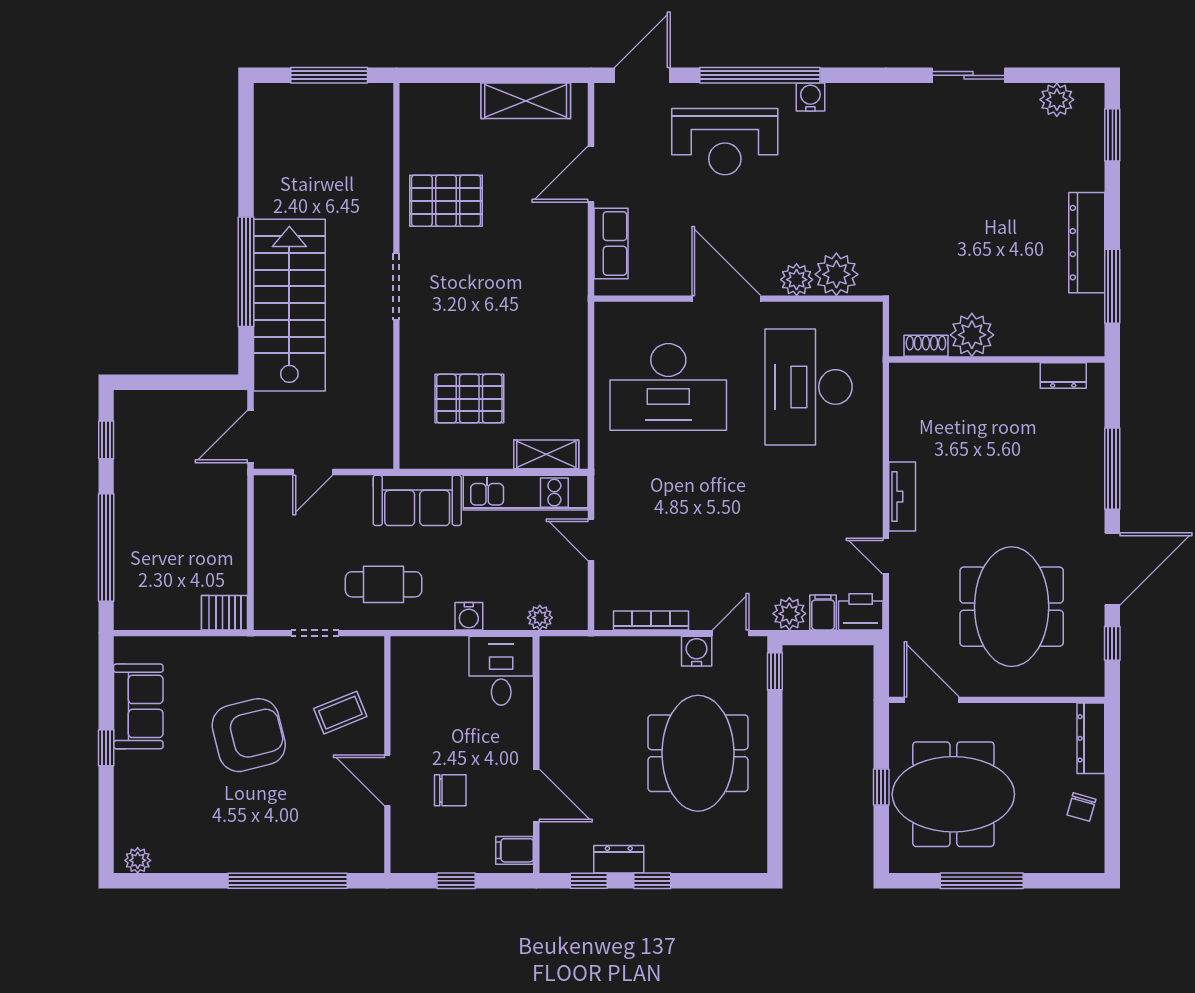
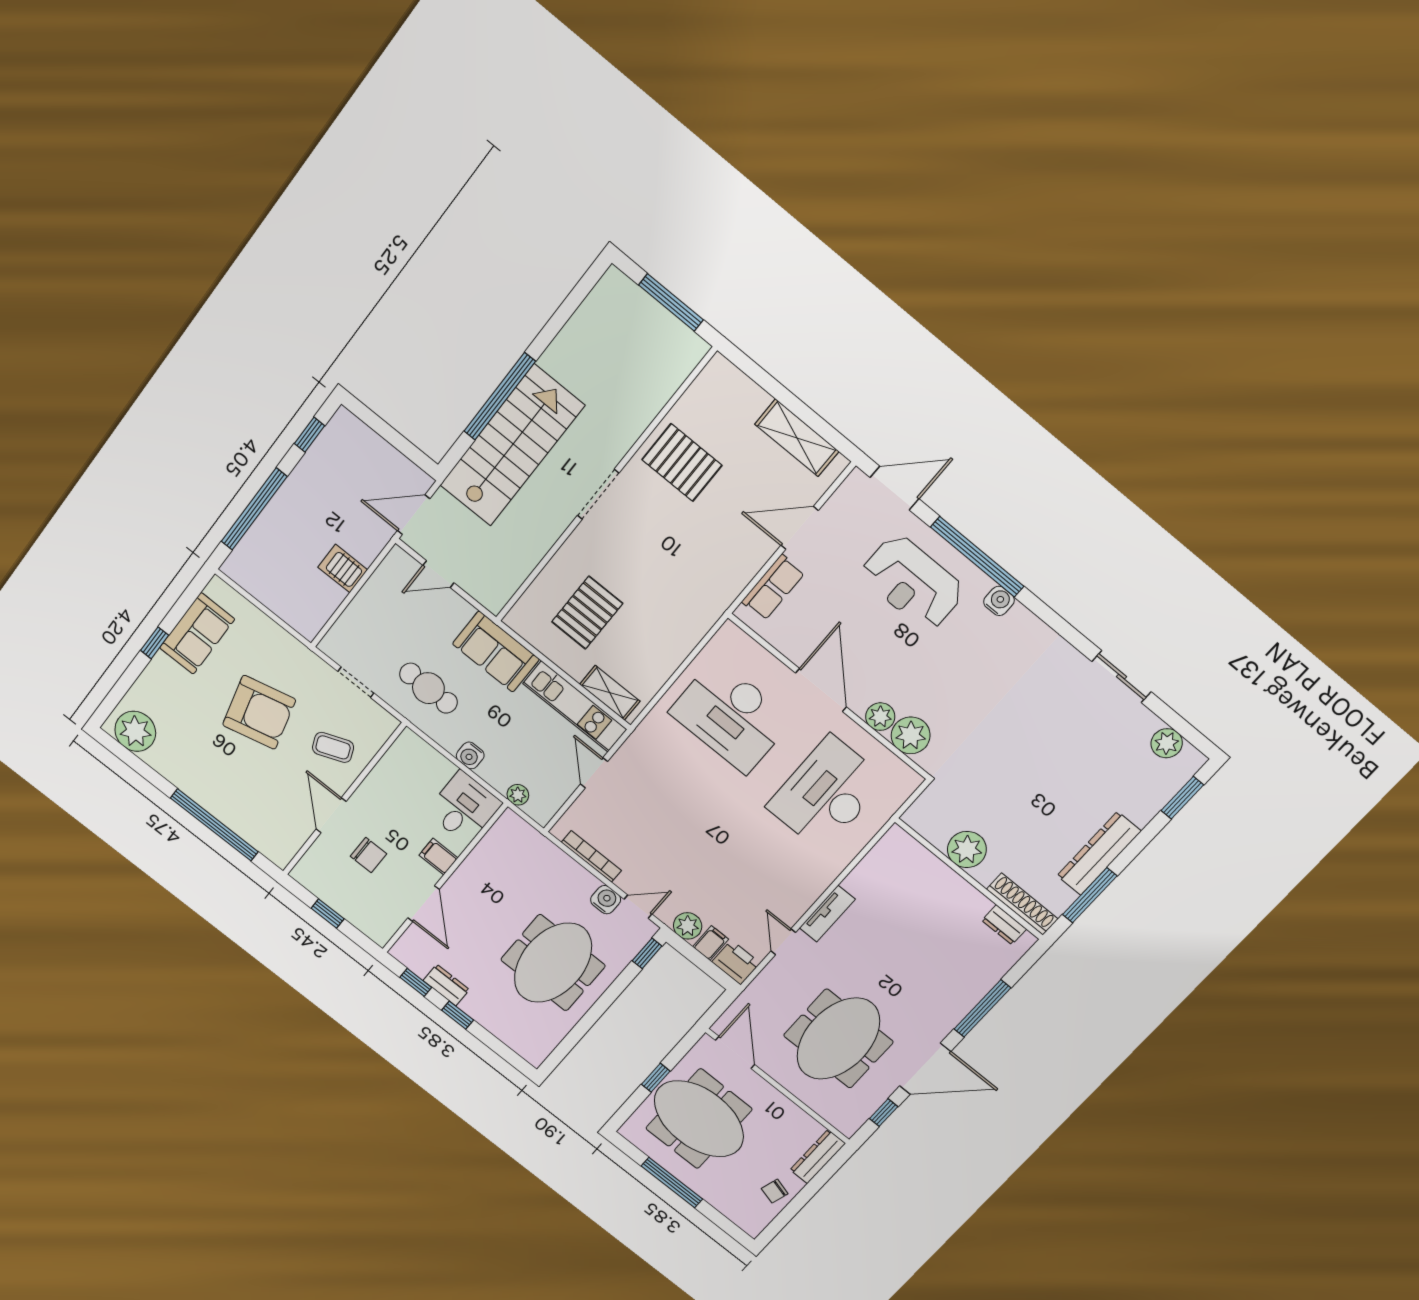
shoe rack: (926, 346) -> (1022, 904), moved, width x1.94, depth x1.24
pallet: (469, 399) -> (587, 613), turned 90
server rack: (225, 613) -> (343, 568), moved
filing cabinet: (515, 850) -> (438, 857), moved
plant: (138, 860) -> (135, 731), width x1.88, depth x1.88

